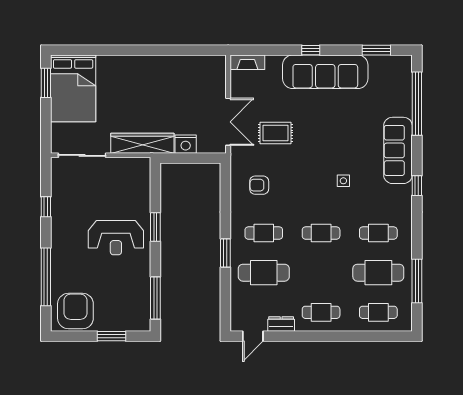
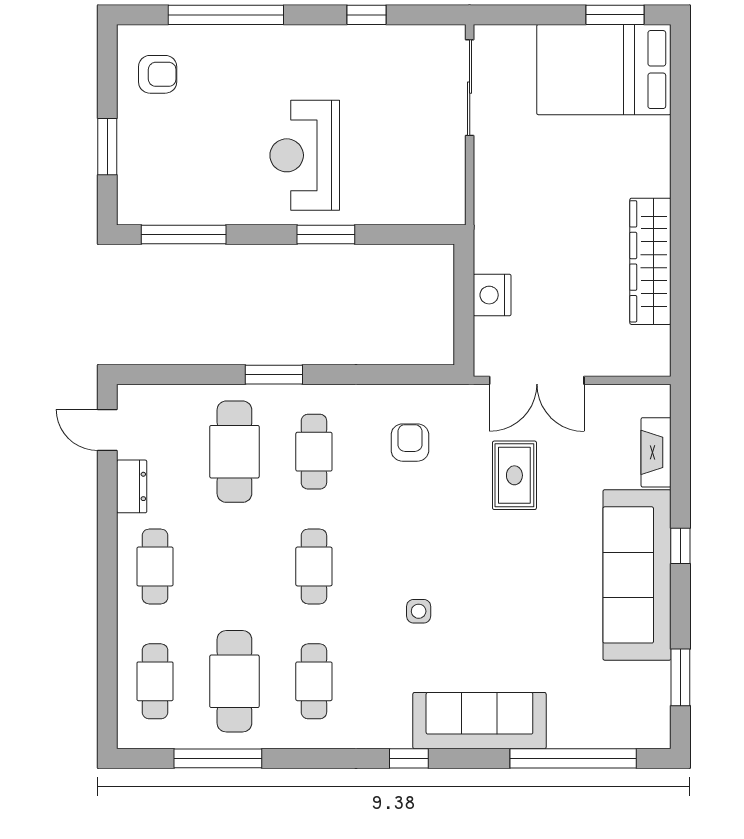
fireplace: (247, 62) -> (656, 452), moved
wardrobe: (142, 143) -> (650, 261), moved, turned 180
armchair: (75, 311) -> (158, 74), width x0.53, depth x0.53

